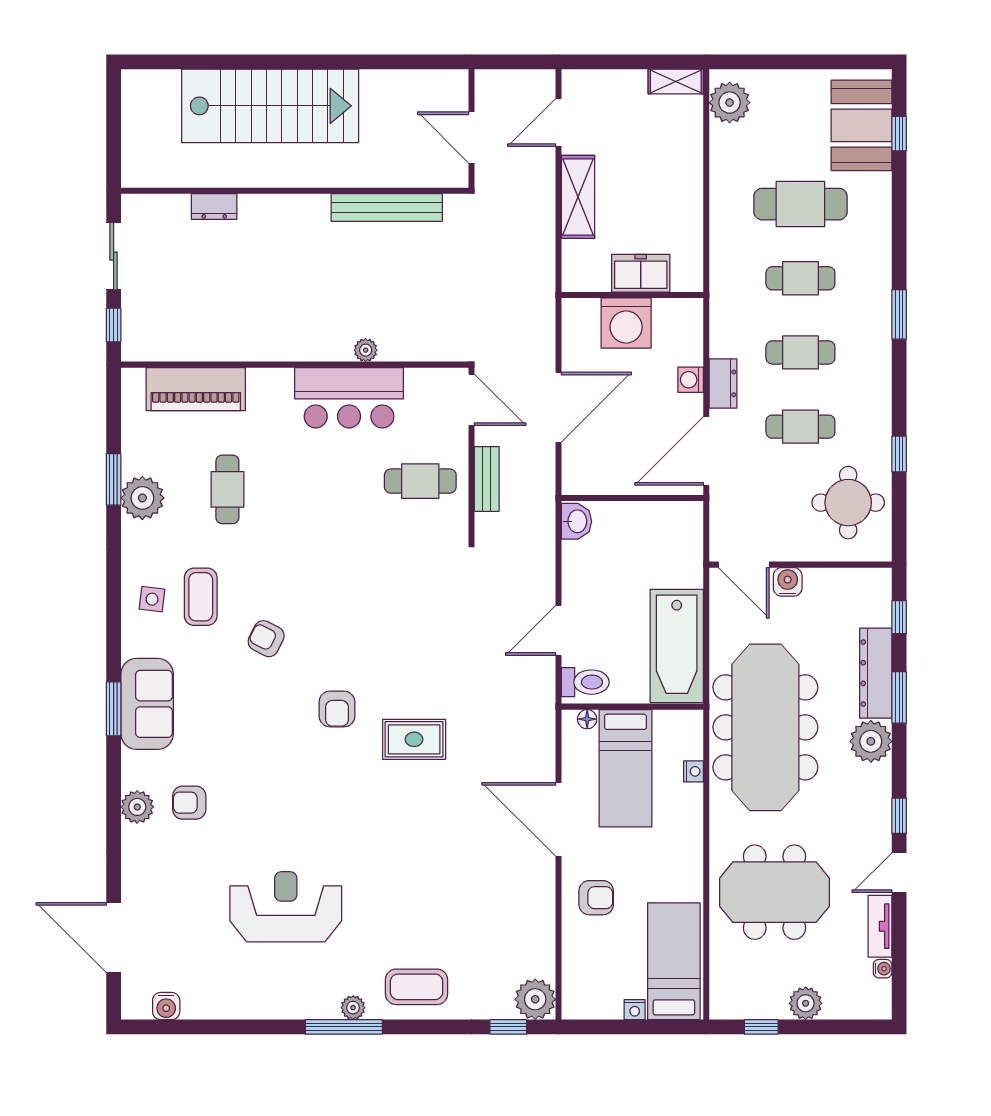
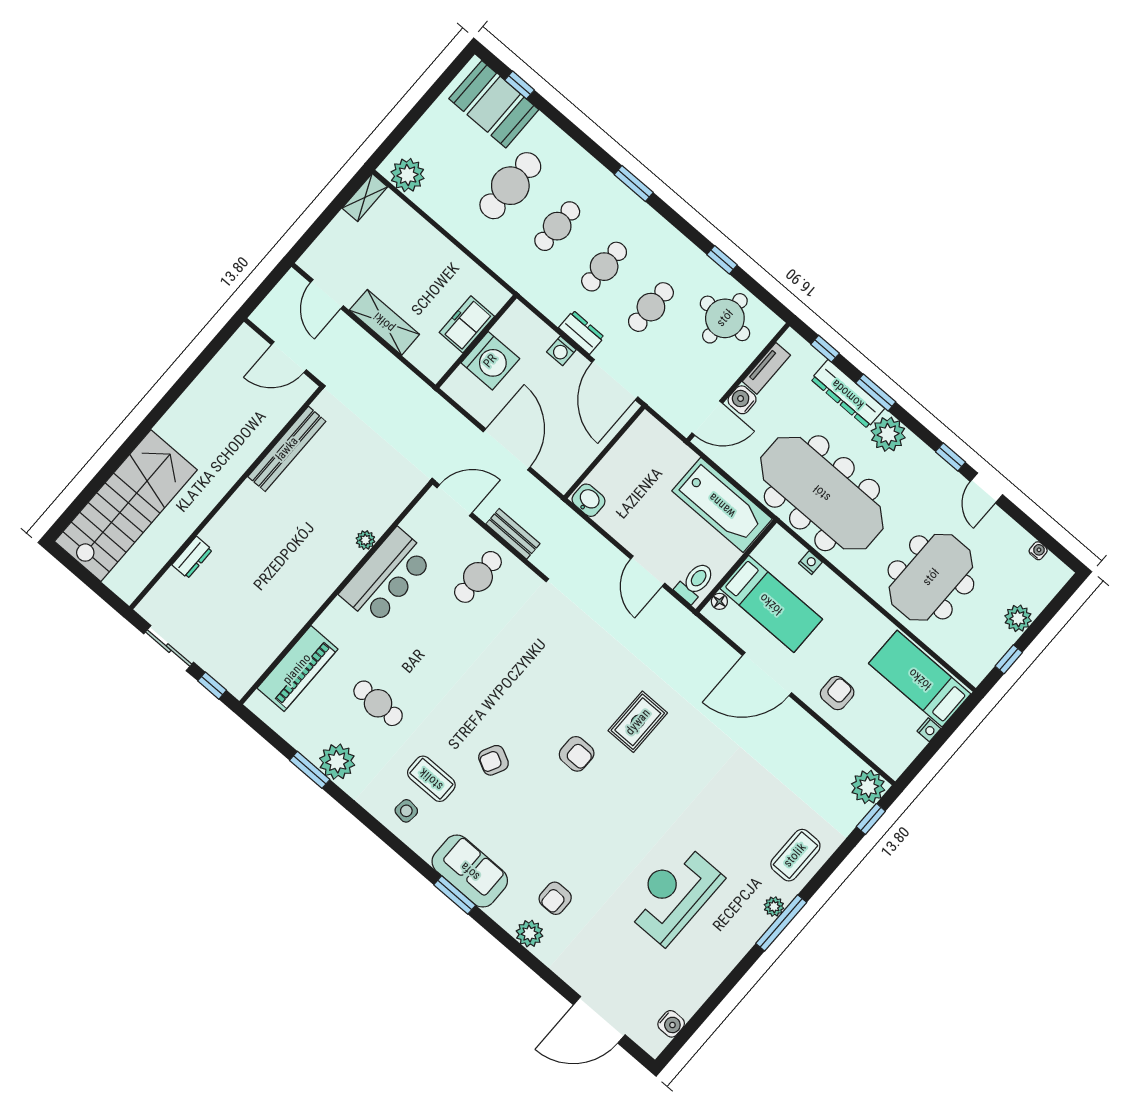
stairs: (270, 106) -> (126, 506), moved
tv unit: (880, 926) -> (766, 368), moved, turned -90

